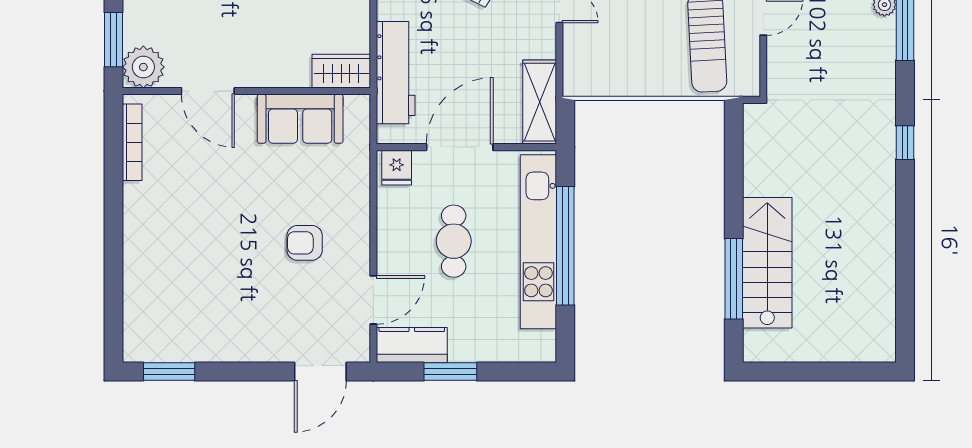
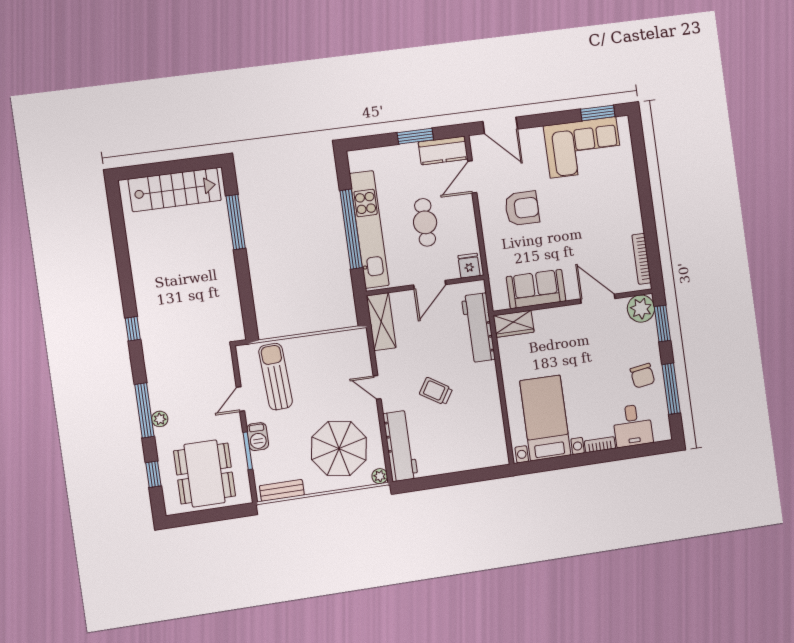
door: (460, 147) -> (430, 285), width x0.73
armchair: (305, 243) -> (522, 208), width x1.38, depth x1.38
stairs: (767, 263) -> (175, 190), moved, turned -90
corner sofa: (199, 322) -> (583, 147), added
door: (320, 372) -> (500, 125), swing flipped

